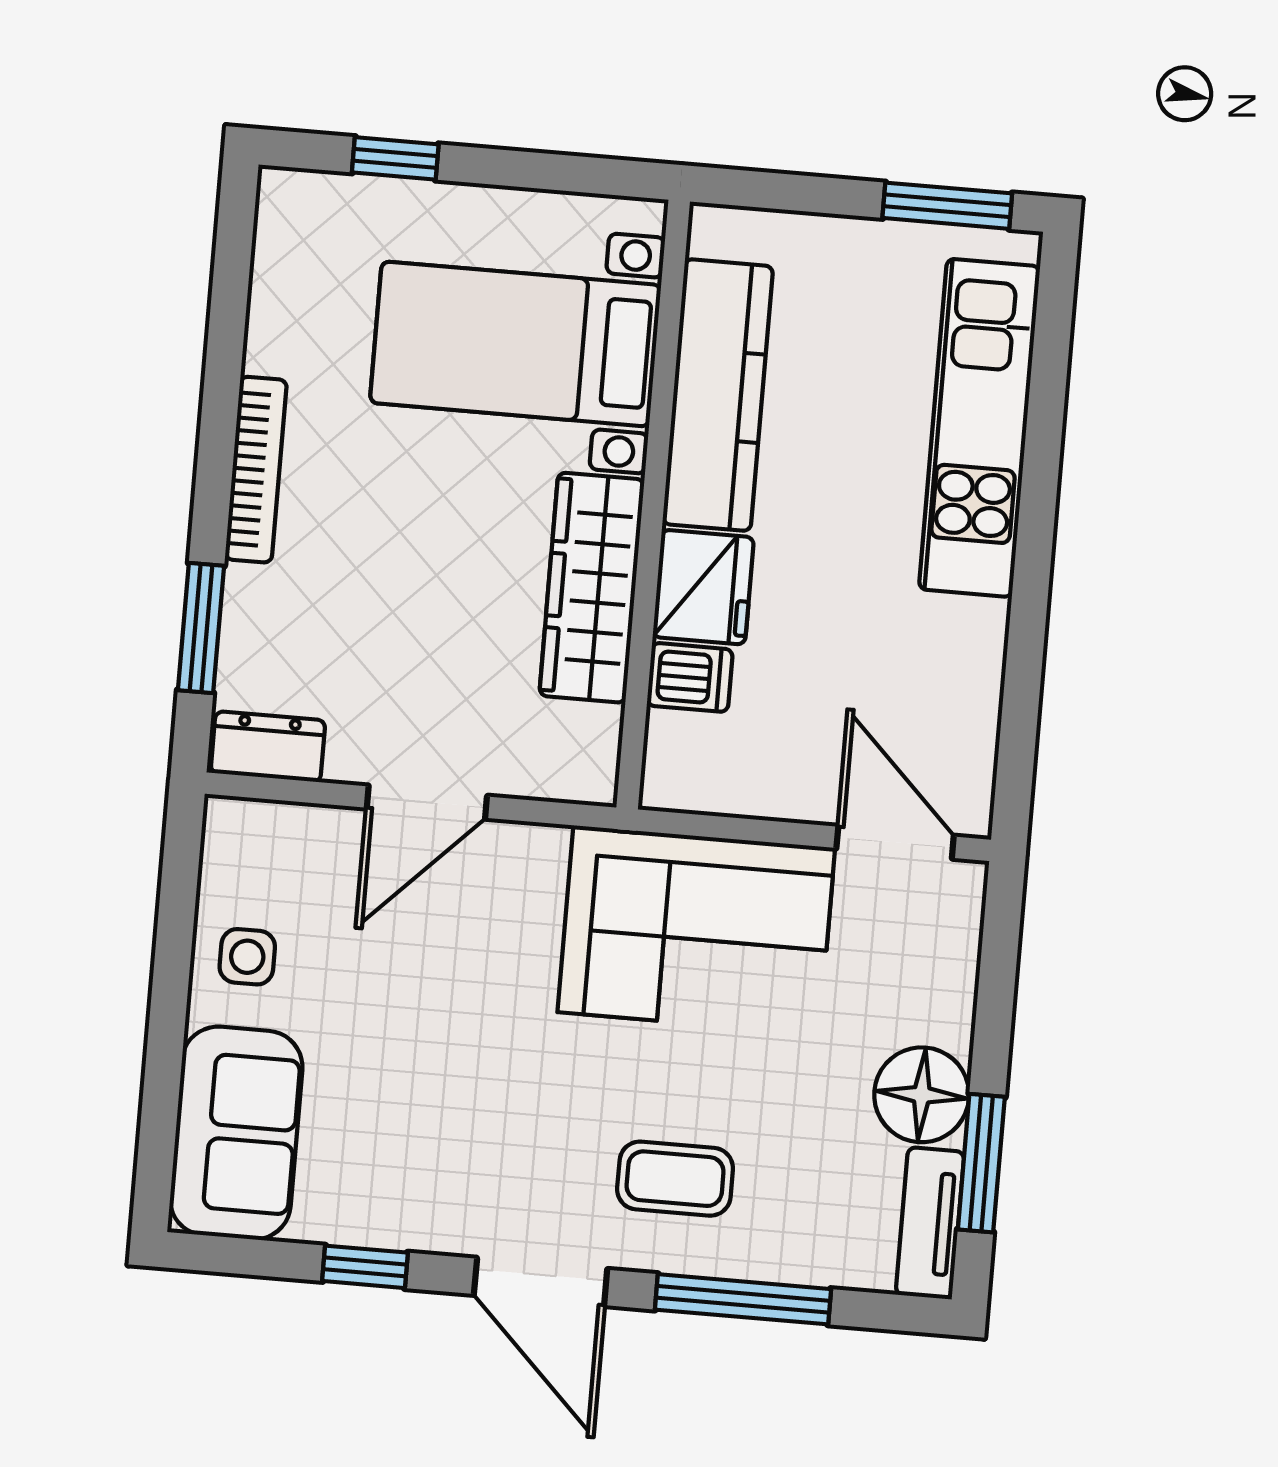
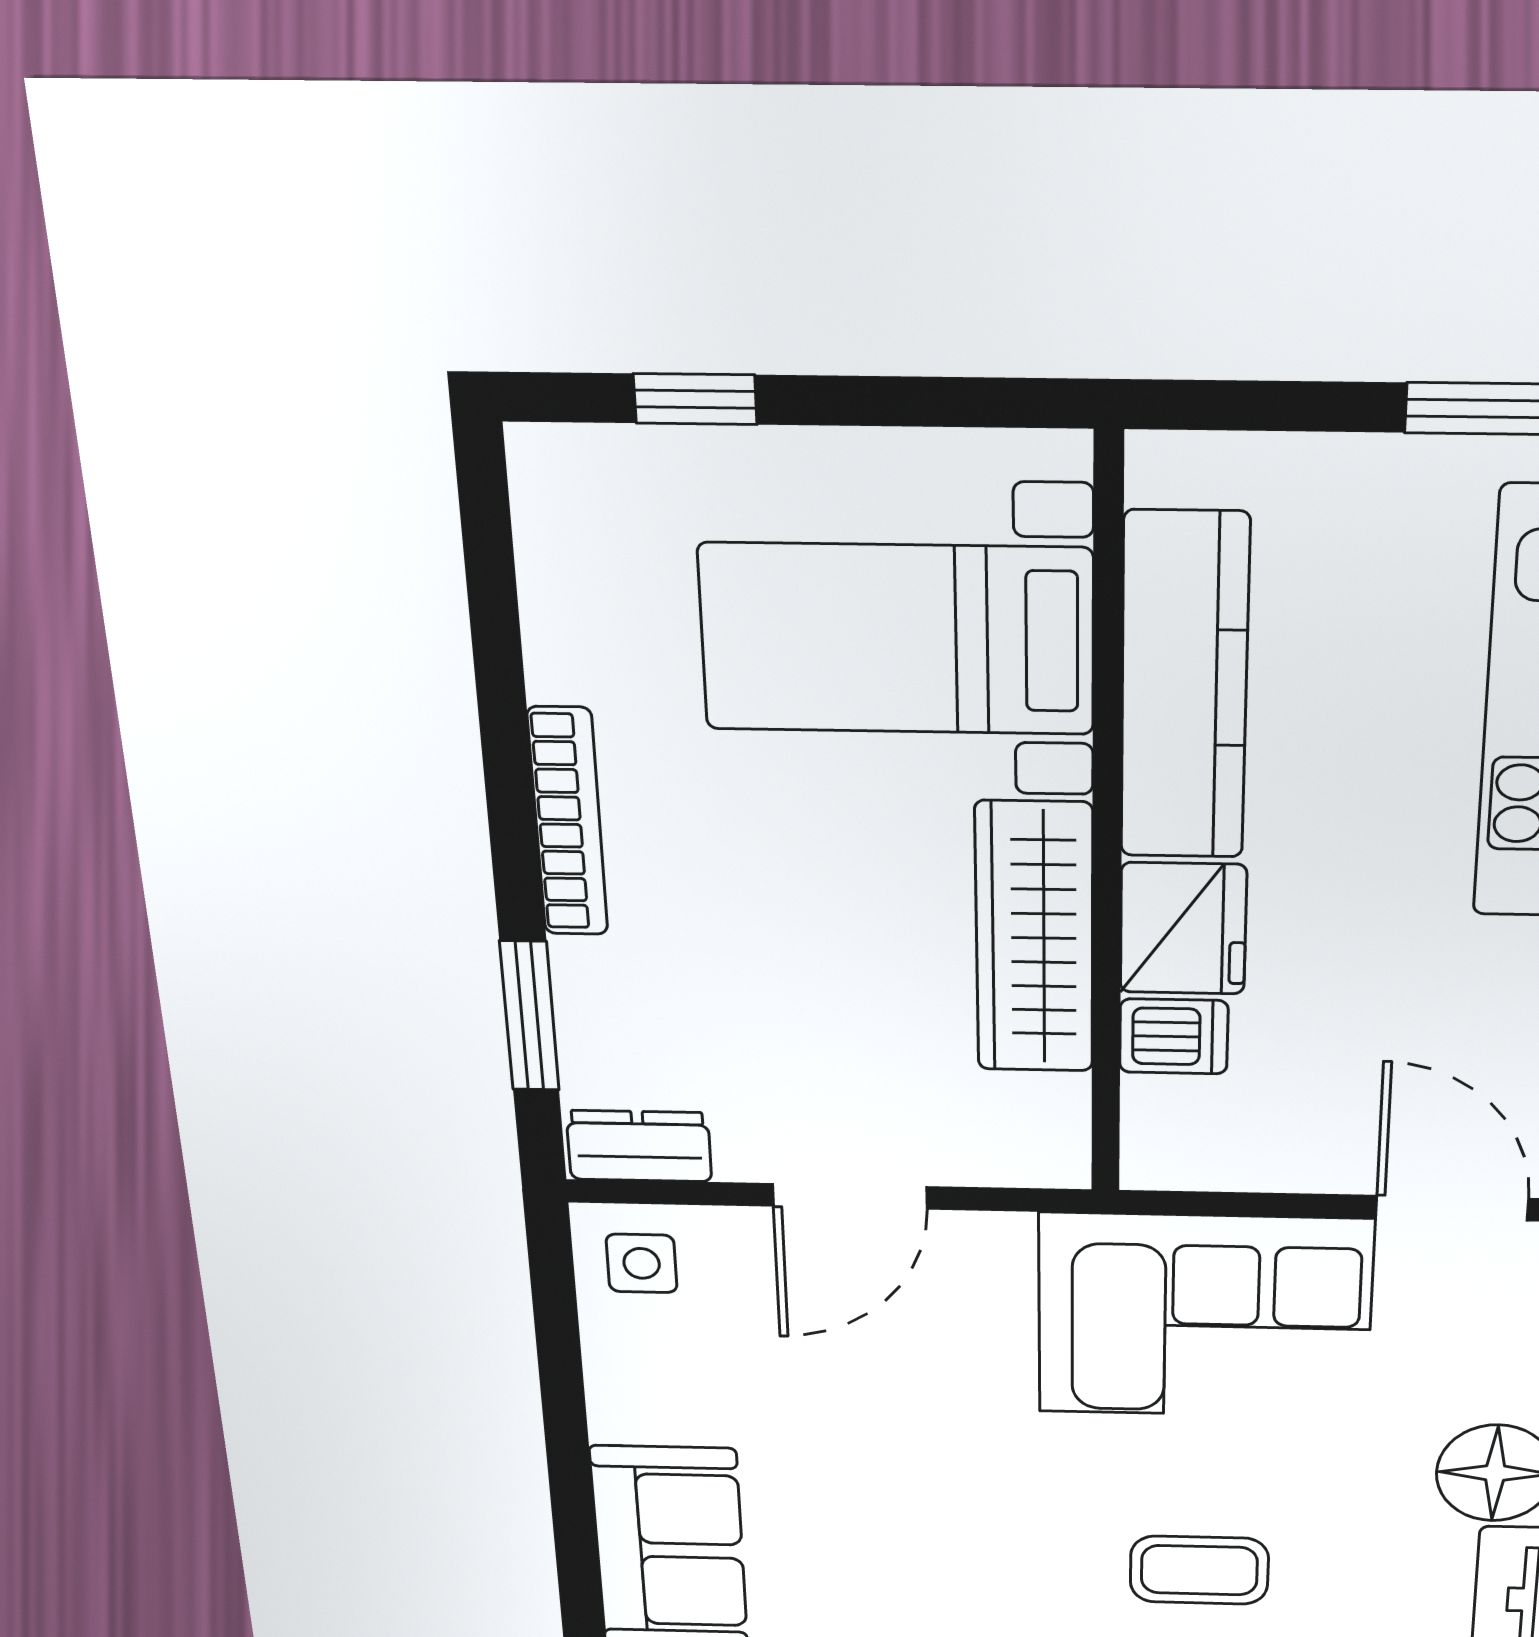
side table: (247, 957) -> (642, 1263), moved

